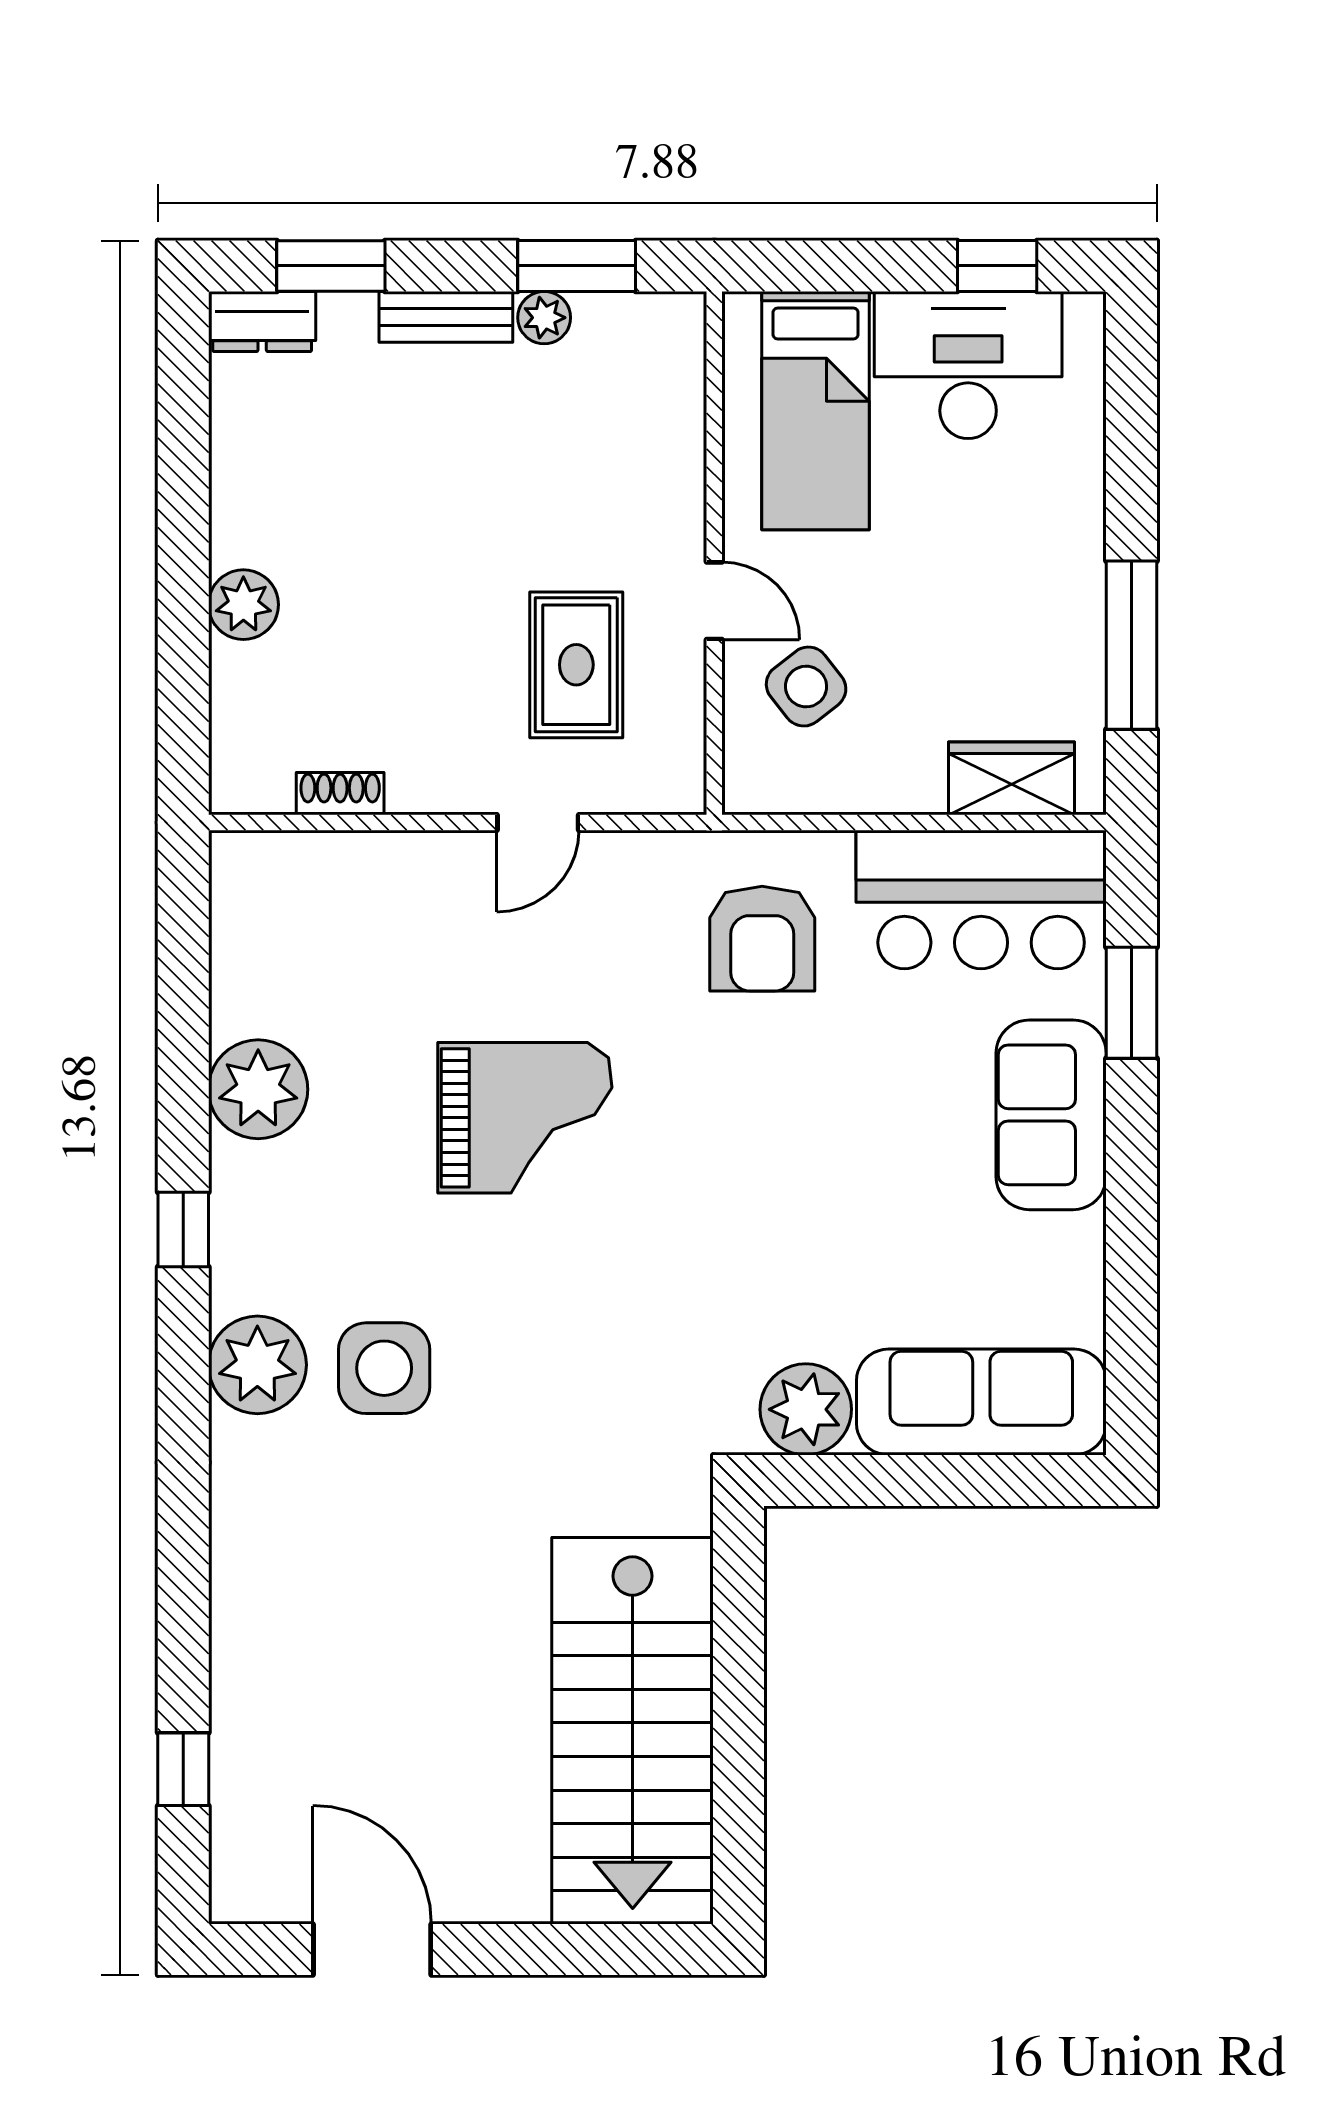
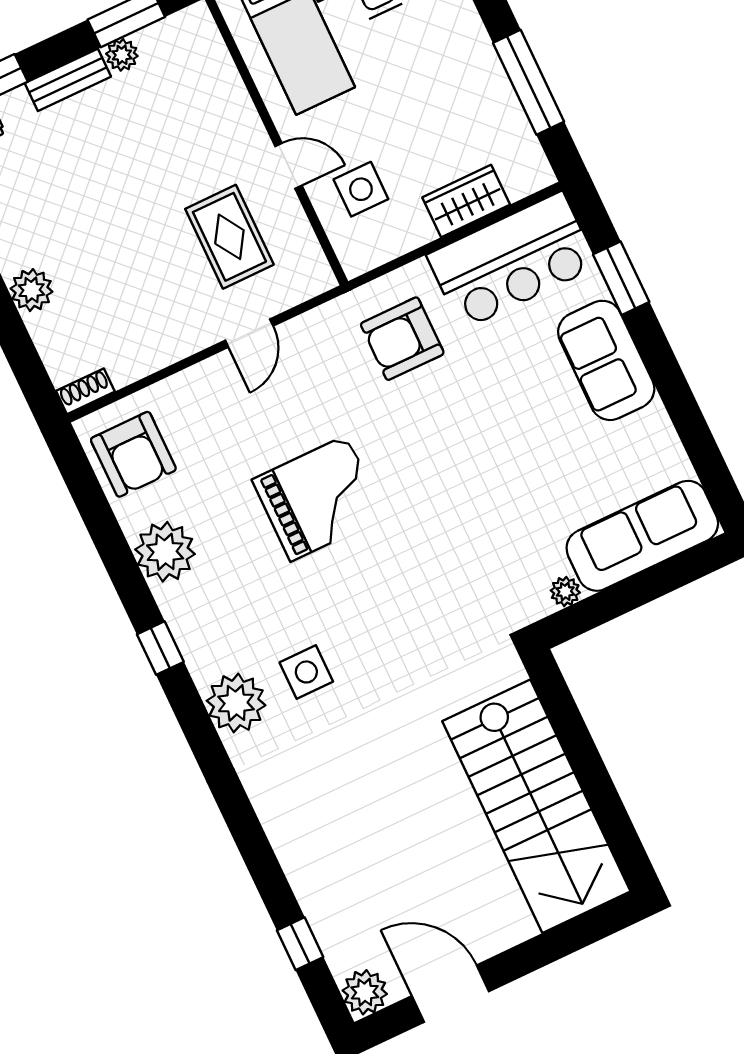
side table: (806, 687) -> (361, 189), turned 38
wardrobe: (1011, 778) -> (466, 201), moved
shoe rack: (340, 794) -> (85, 391), moved
armchair: (280, 922) -> (133, 454), added
armchair: (762, 939) -> (402, 339), turned 90
side table: (384, 1368) -> (306, 672), width x0.73, depth x0.73
plant: (806, 1409) -> (565, 591), width x0.53, depth x0.53
plant: (245, 1887) -> (365, 992), added

